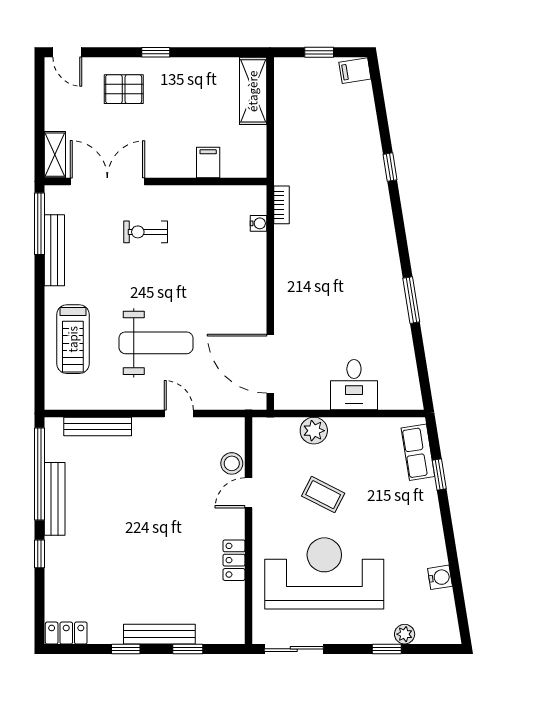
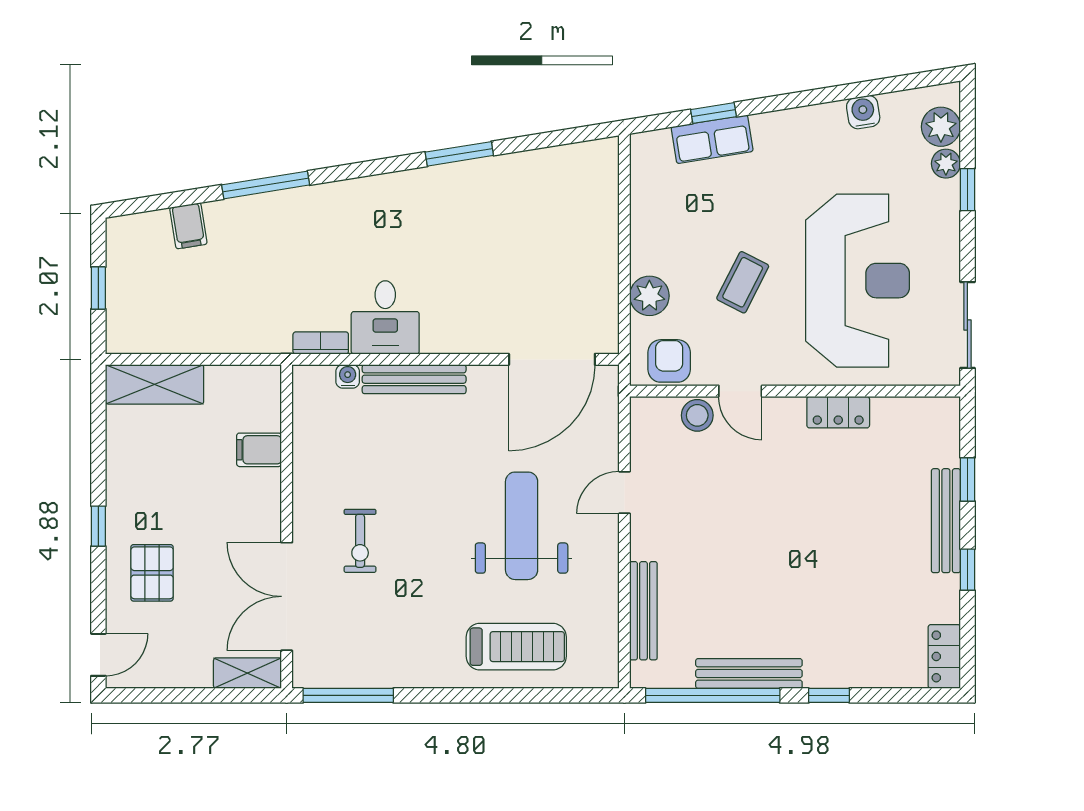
filing cabinet: (355, 71) -> (188, 226), moved
window: (390, 167) -> (266, 185), width x2.17
bench: (54, 250) -> (414, 379), moved
desk: (354, 385) -> (385, 317), moved, turned 90
armchair: (269, 444) -> (669, 361), added
row of seats: (418, 452) -> (712, 139), moved
reception desk: (324, 573) -> (857, 281), turned 180
plant: (430, 631) -> (941, 127), added

